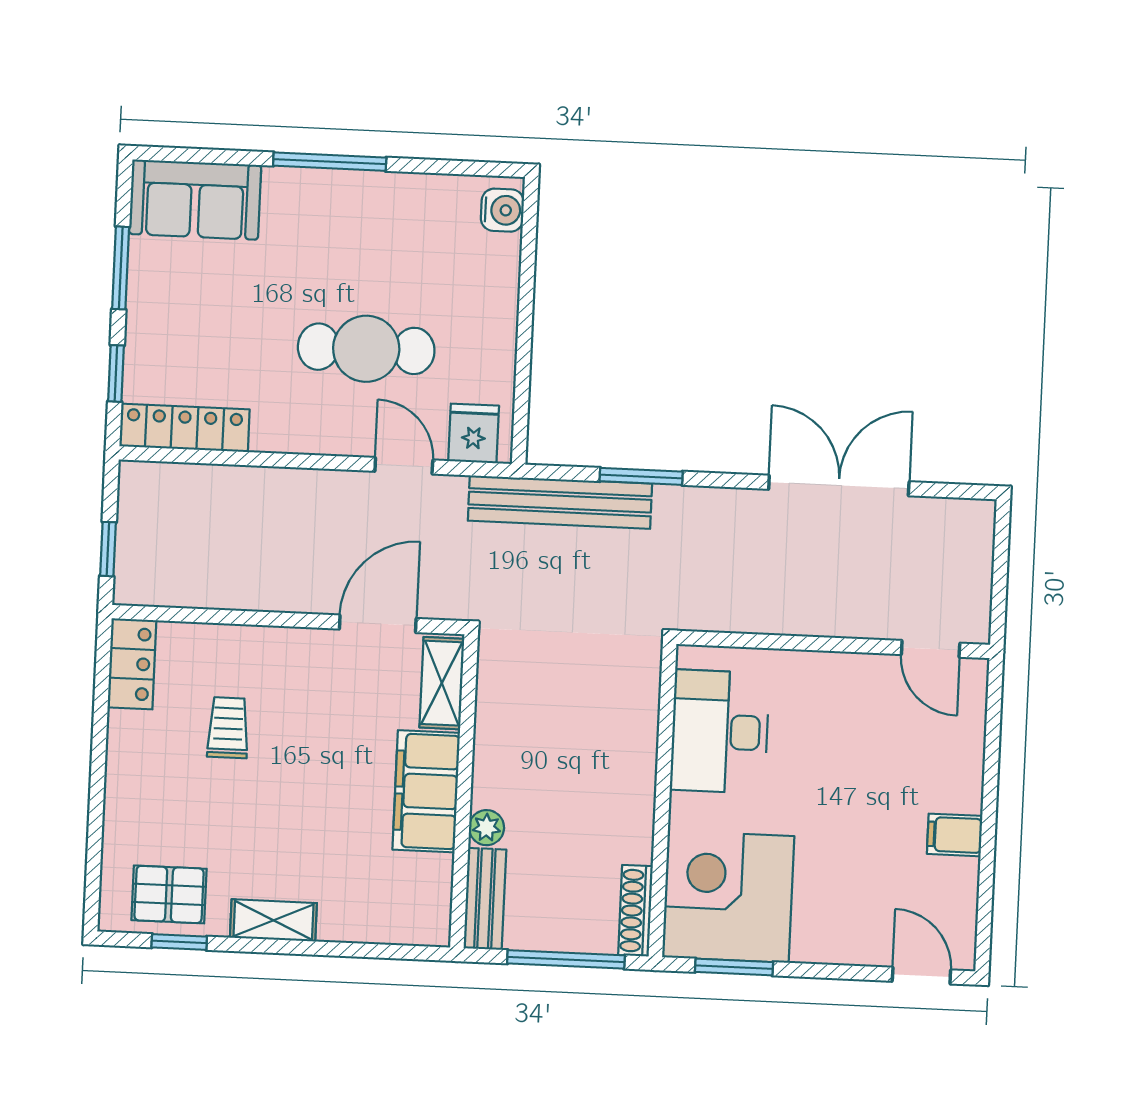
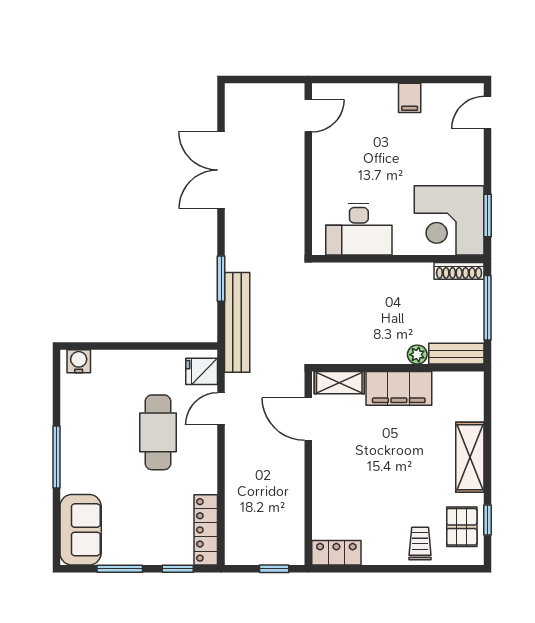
trolley: (228, 728) -> (420, 543), moved, turned 90
shelving: (273, 920) -> (470, 457), width x1.50, depth x1.33

